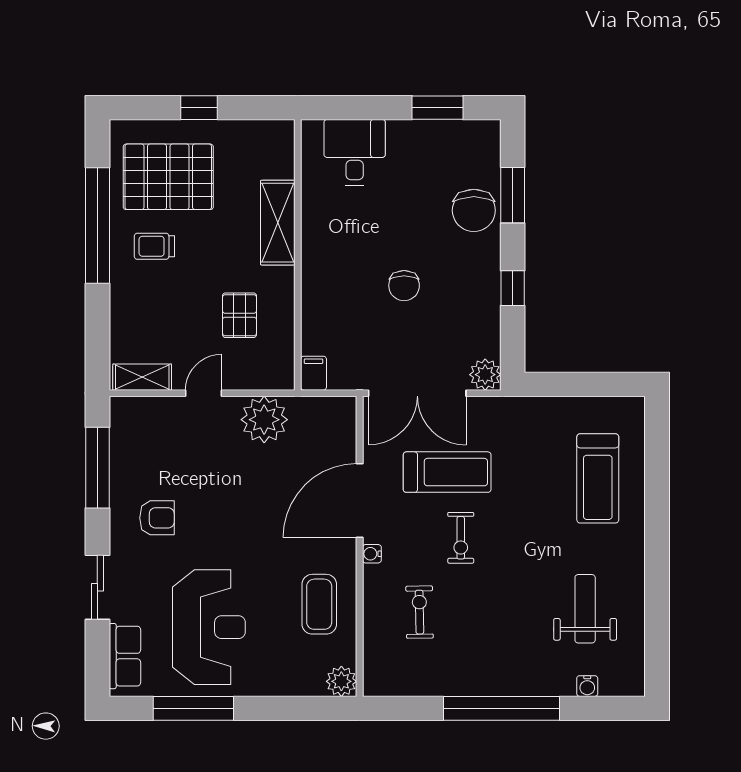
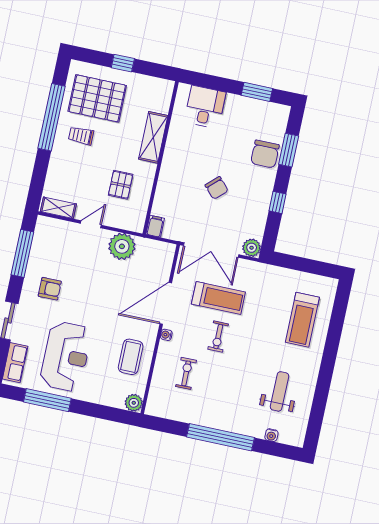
chair: (404, 286) -> (217, 188), turned -43

